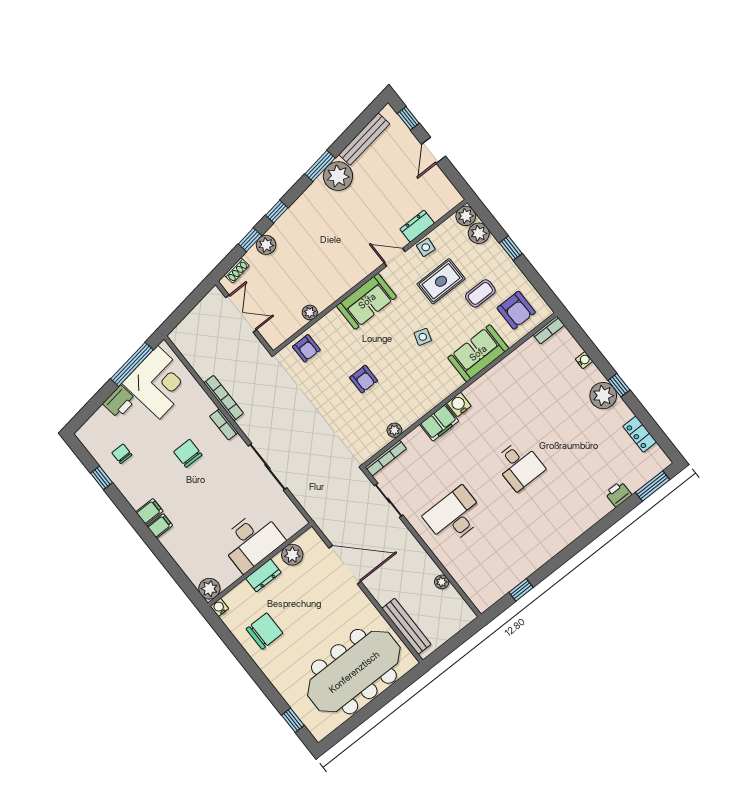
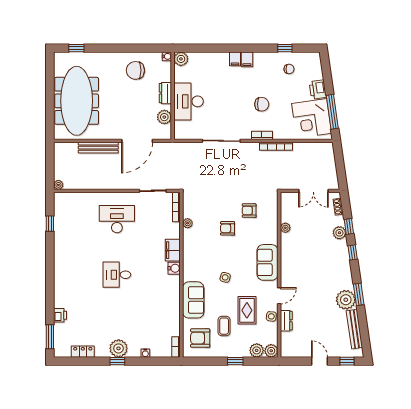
armchair: (306, 348) -> (249, 211), moved
desk: (454, 516) -> (117, 219), turned -90
plant: (442, 582) -> (58, 185), moved
bench: (406, 626) -> (98, 148), moved
chair: (264, 631) -> (135, 70), turned 90

